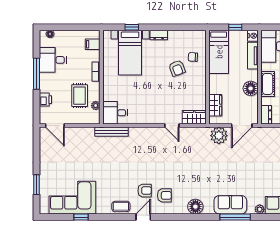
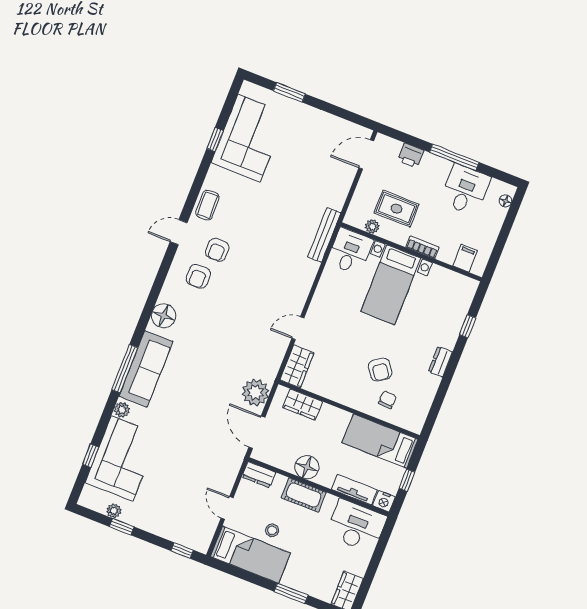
bed with nightstands: (130, 53) -> (391, 285), moved, turned -90
armchair: (177, 68) -> (380, 370), turned -104
sofa: (230, 205) -> (146, 369), width x1.36
door: (143, 217) -> (179, 232), swing flipped

